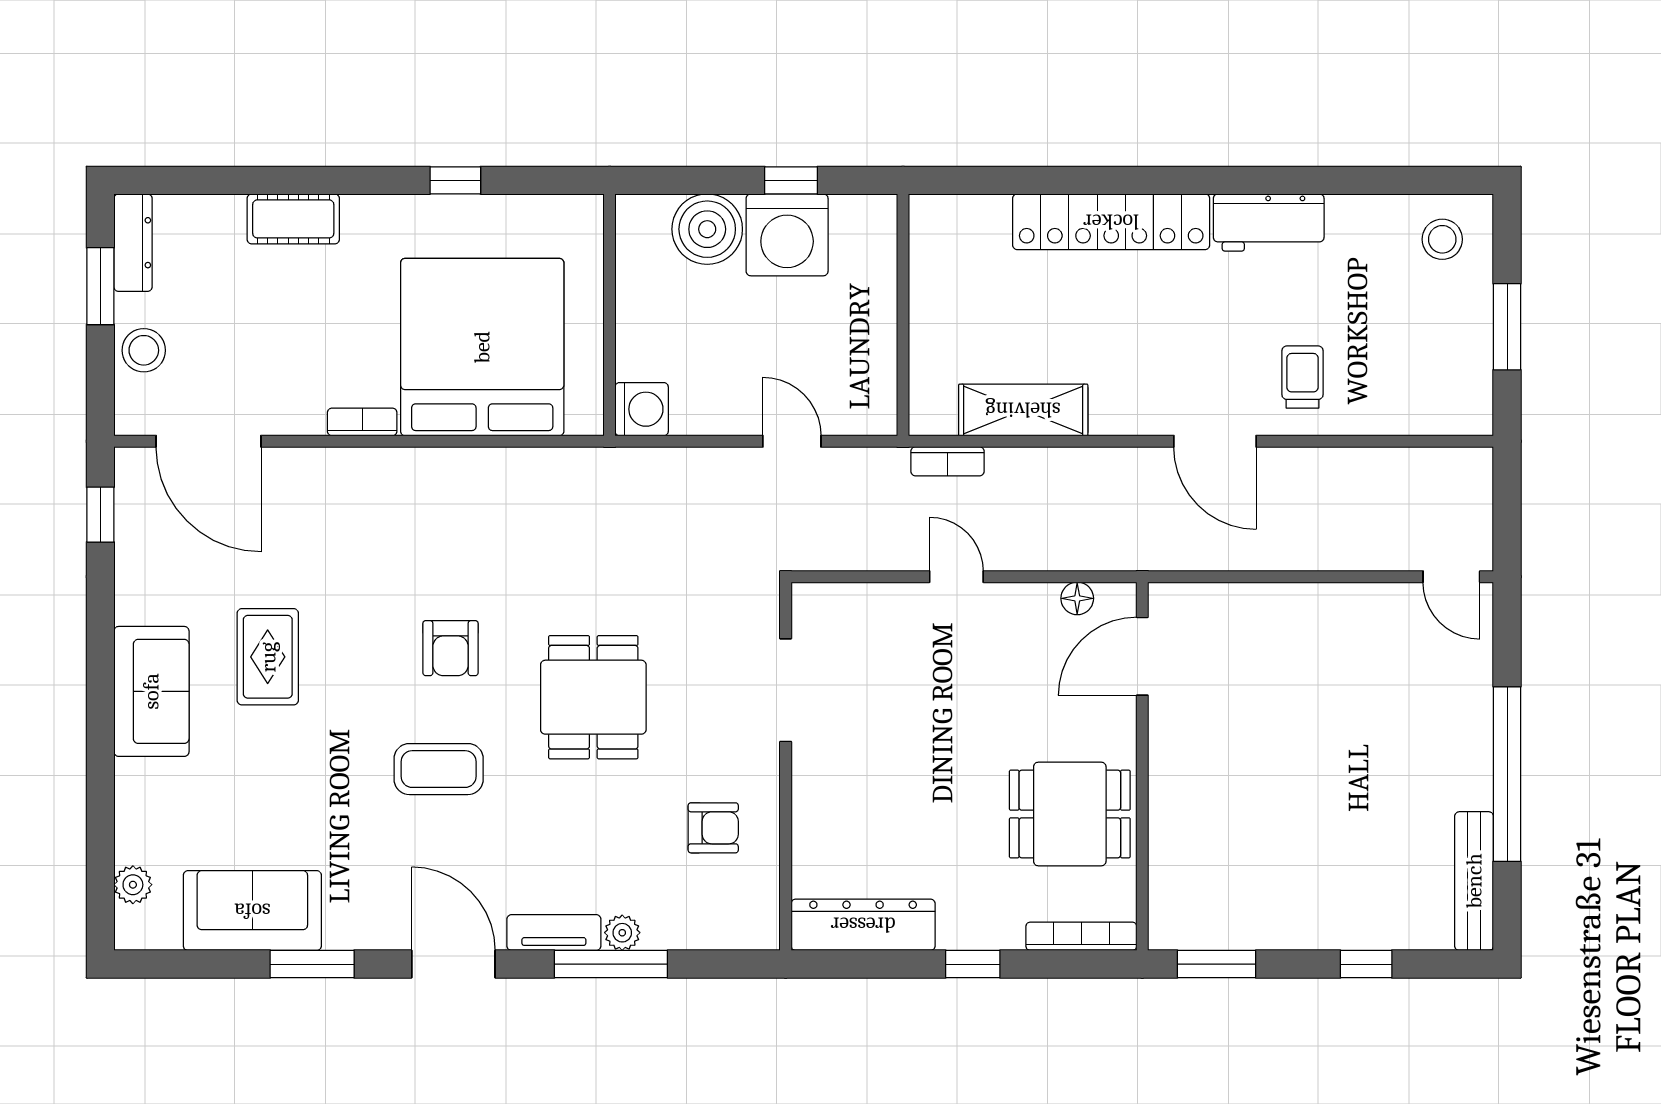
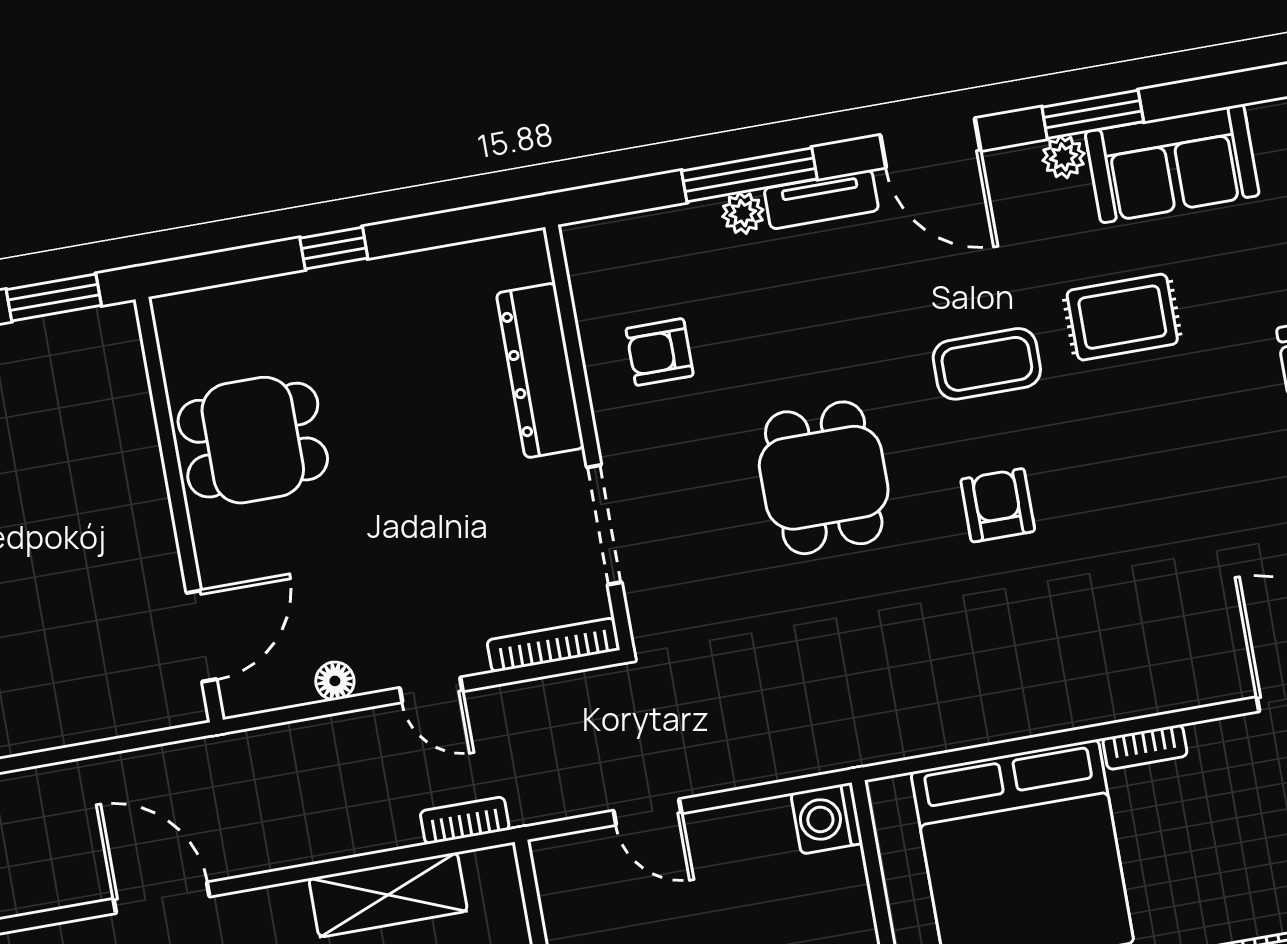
floor lamp: (1077, 598) -> (335, 681), moved
rug: (268, 657) -> (1122, 317), moved, turned 90
dresser: (863, 925) -> (540, 370), moved, turned 90
plant: (343, 932) -> (1063, 157), added
bookcase: (1081, 936) -> (553, 645), moved, turned 180

